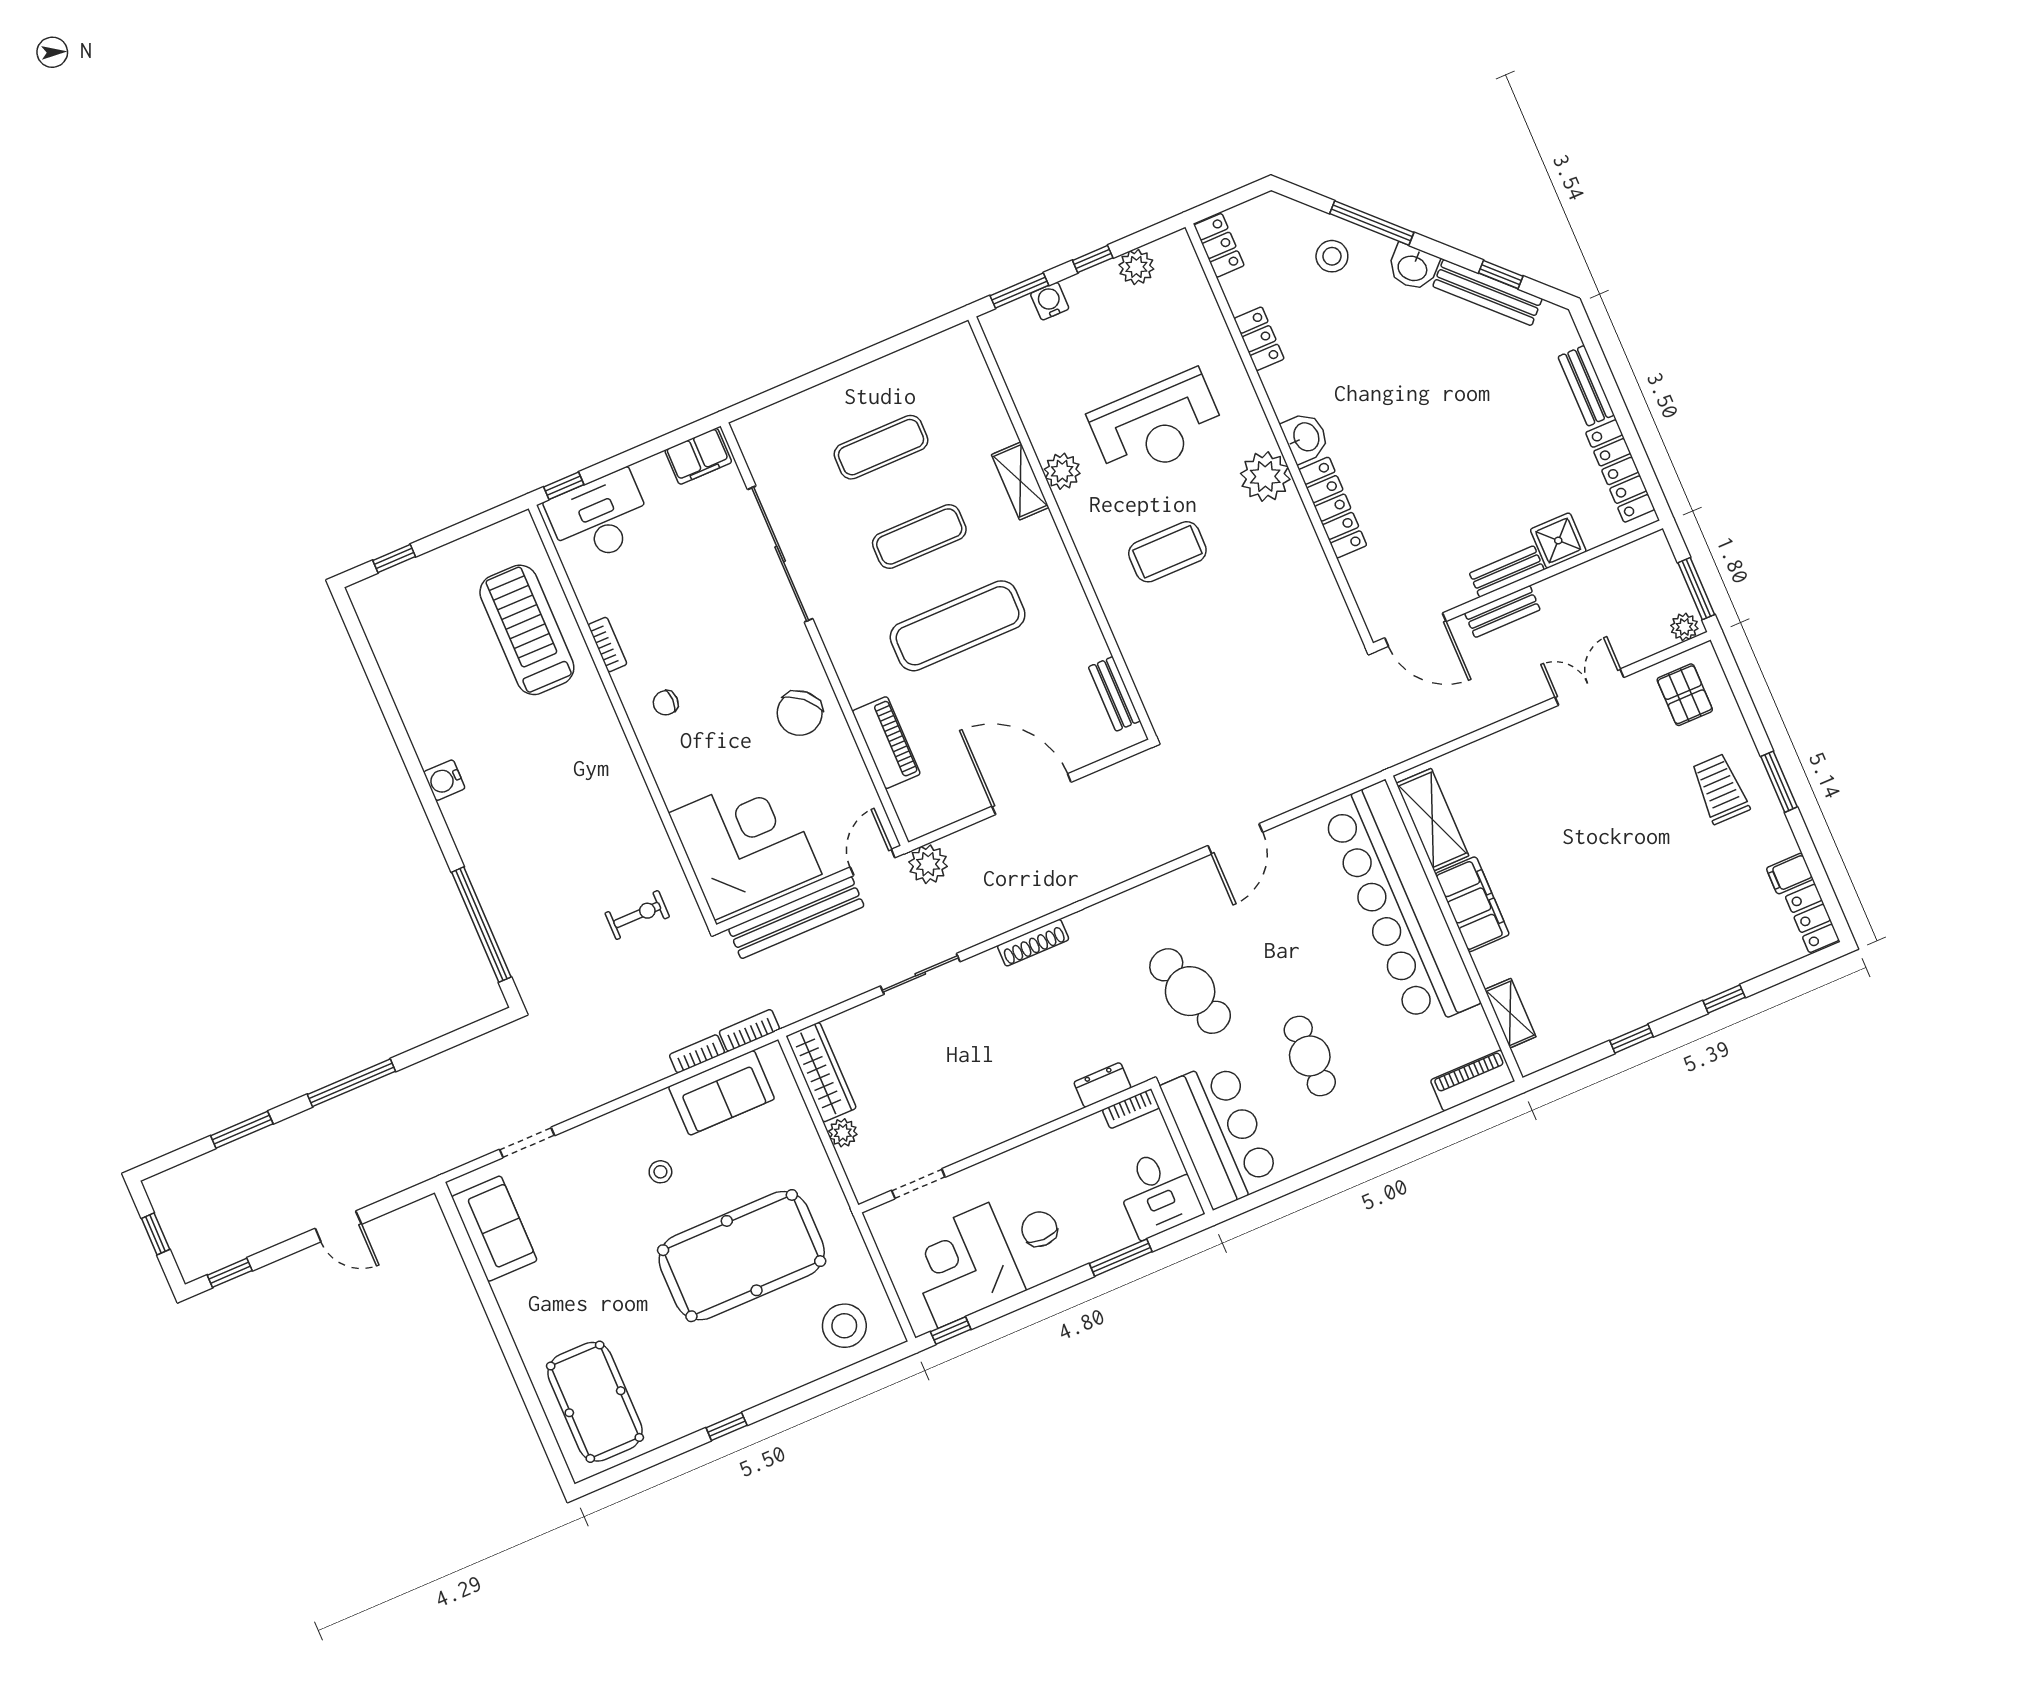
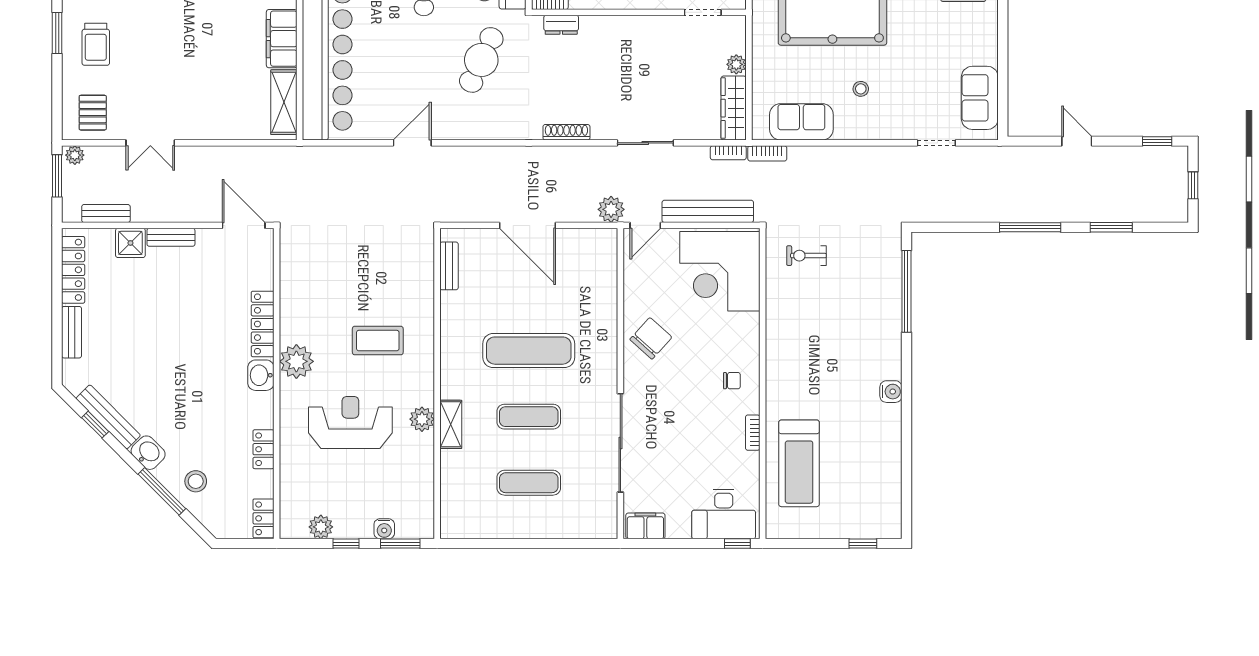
bench: (1502, 612) -> (106, 213), moved
piano: (886, 743) -> (605, 297), removed
cafe table: (1190, 991) -> (481, 60), turned 44
bookcase: (697, 1054) -> (728, 153), moved

